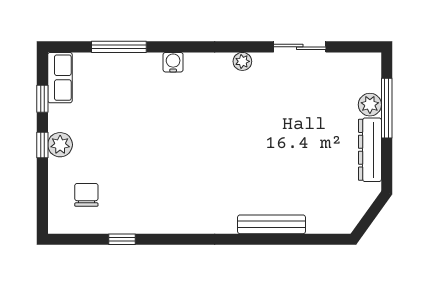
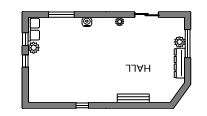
plant: (60, 145) -> (34, 48), moved
chair: (86, 195) -> (46, 84), removed
window: (122, 239) -> (82, 105), moved

